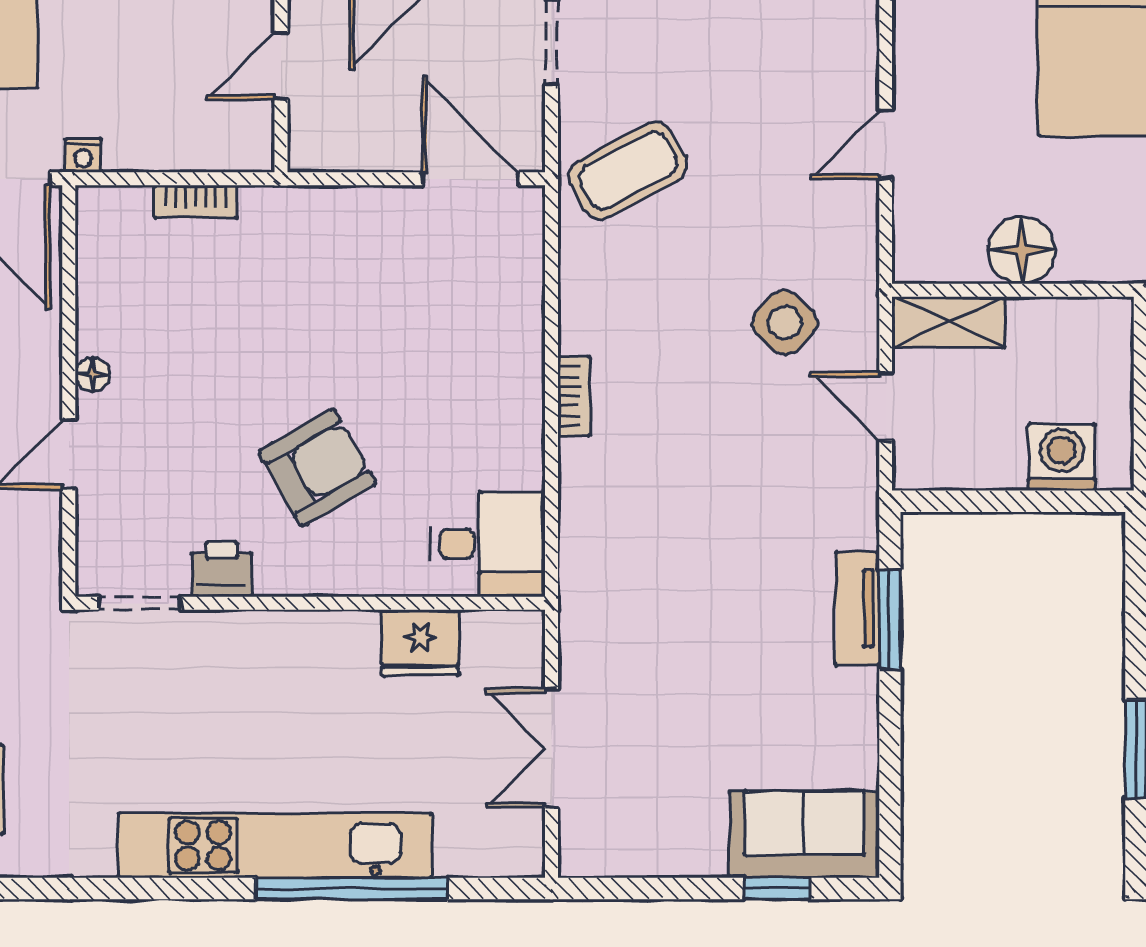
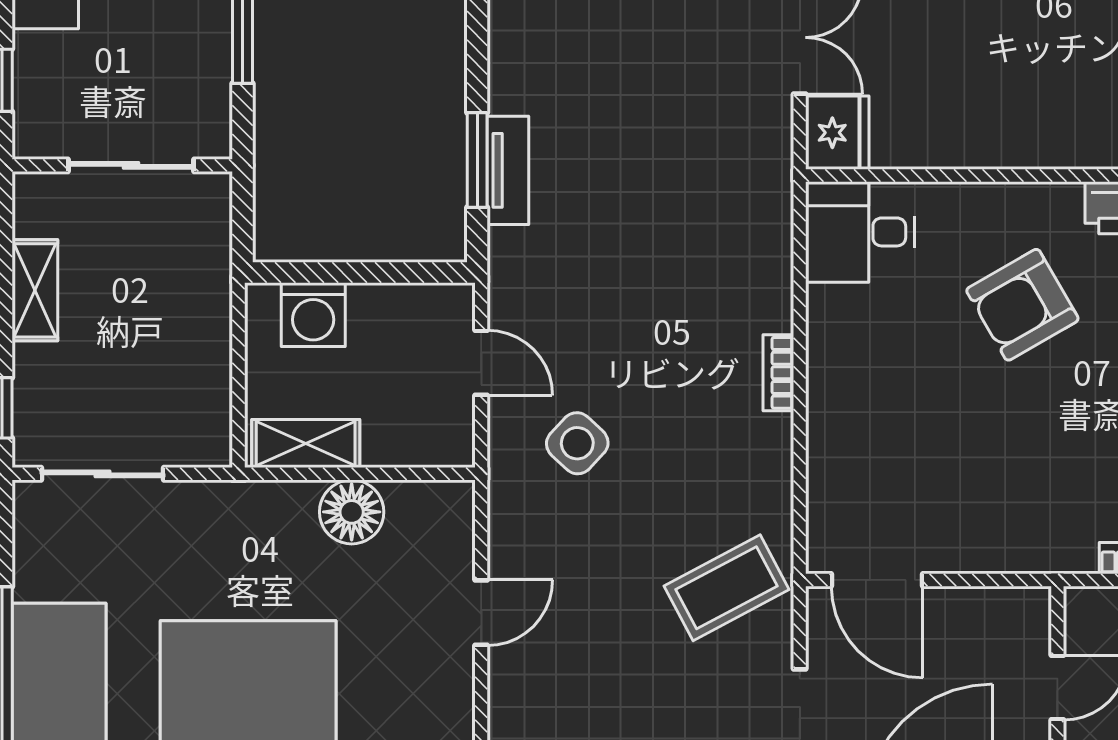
shelving: (948, 322) -> (306, 443), moved
fridge: (420, 643) -> (837, 133), moved, turned 90

